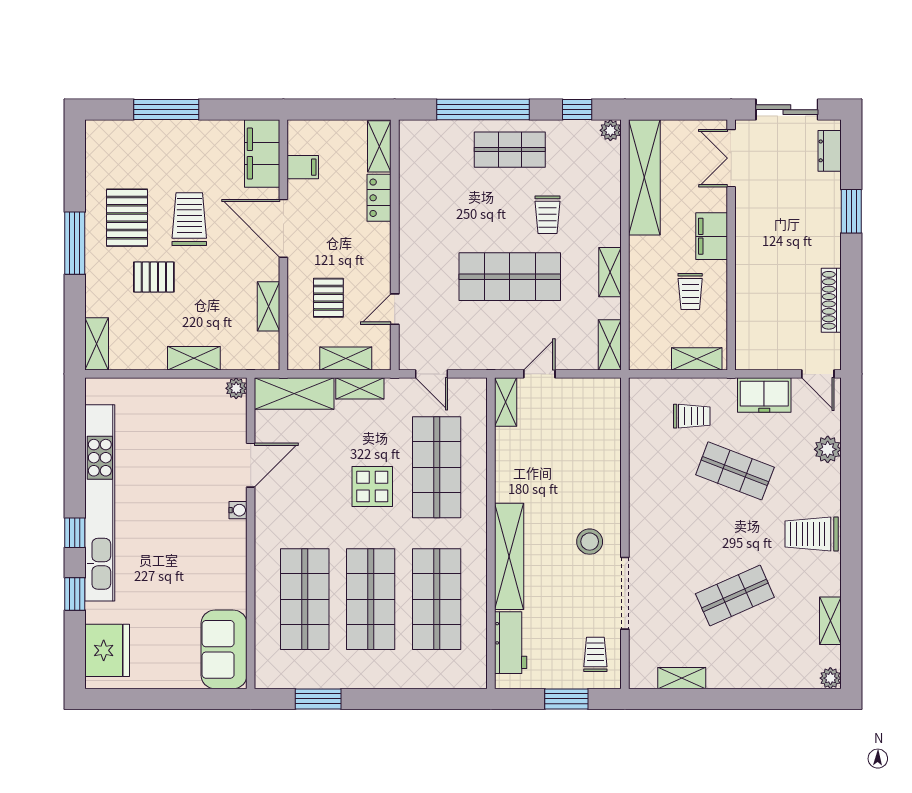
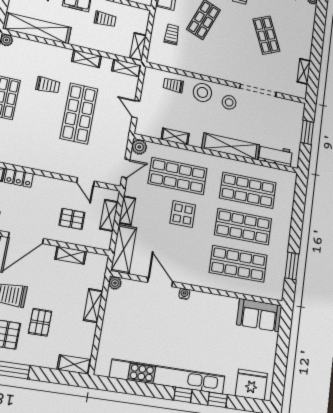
shelving: (697, 359) -> (138, 47), moved
plant: (474, 391) -> (139, 147), added
shelving: (506, 402) -> (175, 137), moved
stool: (597, 489) -> (202, 92), added
trolley: (595, 654) -> (173, 85), moved

